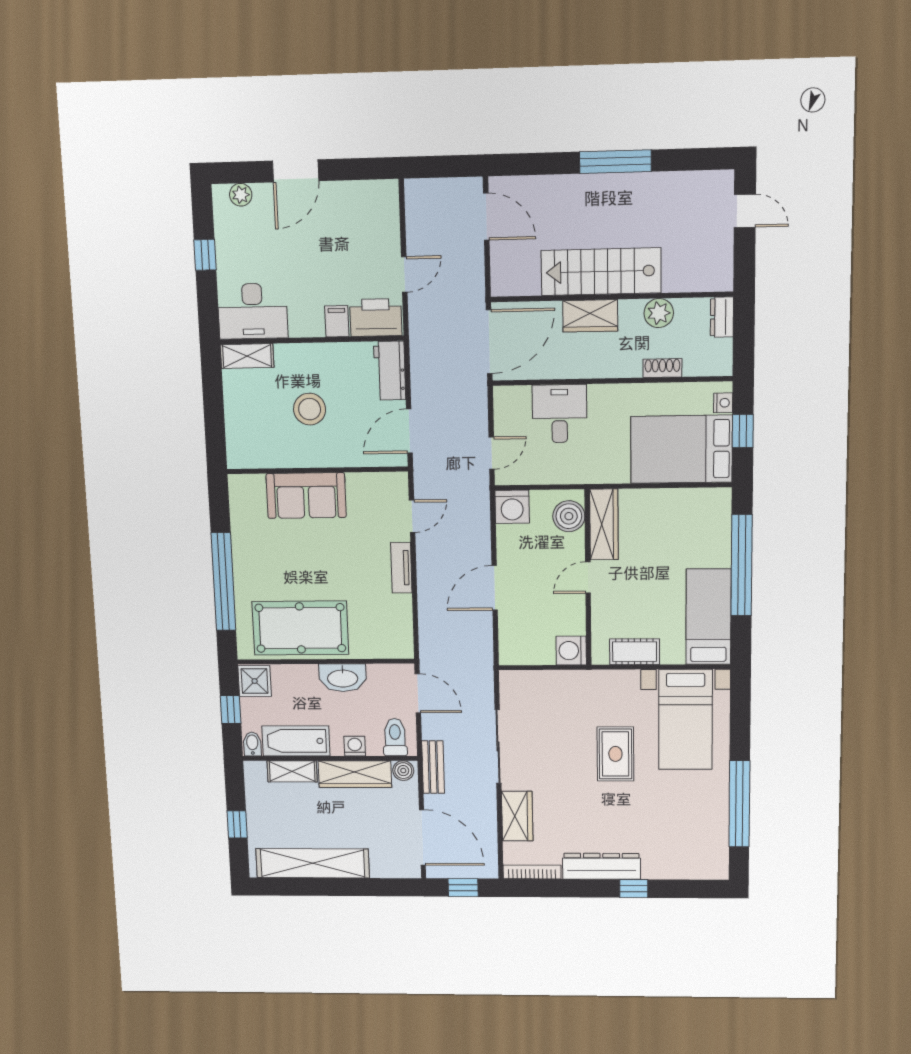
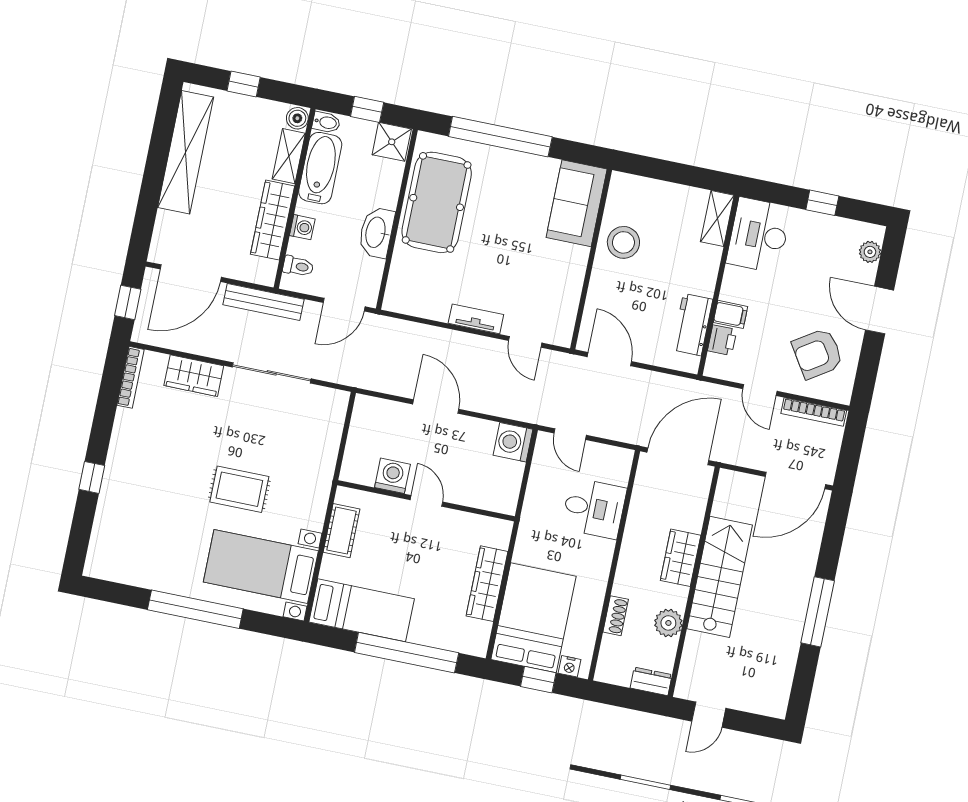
door: (745, 211) -> (709, 715), moved
bookcase: (413, 214) -> (814, 412), added
door: (486, 217) -> (795, 480), width x1.36
armchair: (354, 224) -> (818, 354), added
printer: (376, 318) -> (722, 340), width x0.53, depth x0.68
door: (489, 342) -> (678, 456), swing flipped
workbench: (390, 371) -> (692, 325), moved, turned -90
stool: (310, 409) -> (623, 242), moved
sofa: (306, 496) -> (577, 203), moved
boiler: (569, 516) -> (492, 495), removed
wardrobe: (604, 524) -> (487, 584), moved, turned 90
washing machine: (571, 651) -> (392, 476), moved
toilet: (395, 737) -> (298, 266), width x0.73, depth x0.72
bench: (433, 767) -> (264, 302), width x1.36
boiler: (403, 771) -> (297, 118), moved
window: (739, 804) -> (195, 609), moved
dresser: (602, 866) -> (123, 450), removed

